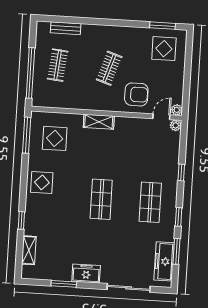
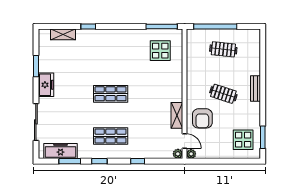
bench: (66, 28) -> (255, 89), moved
shelving: (99, 122) -> (177, 115), moved
display table: (42, 182) -> (122, 42), removed

